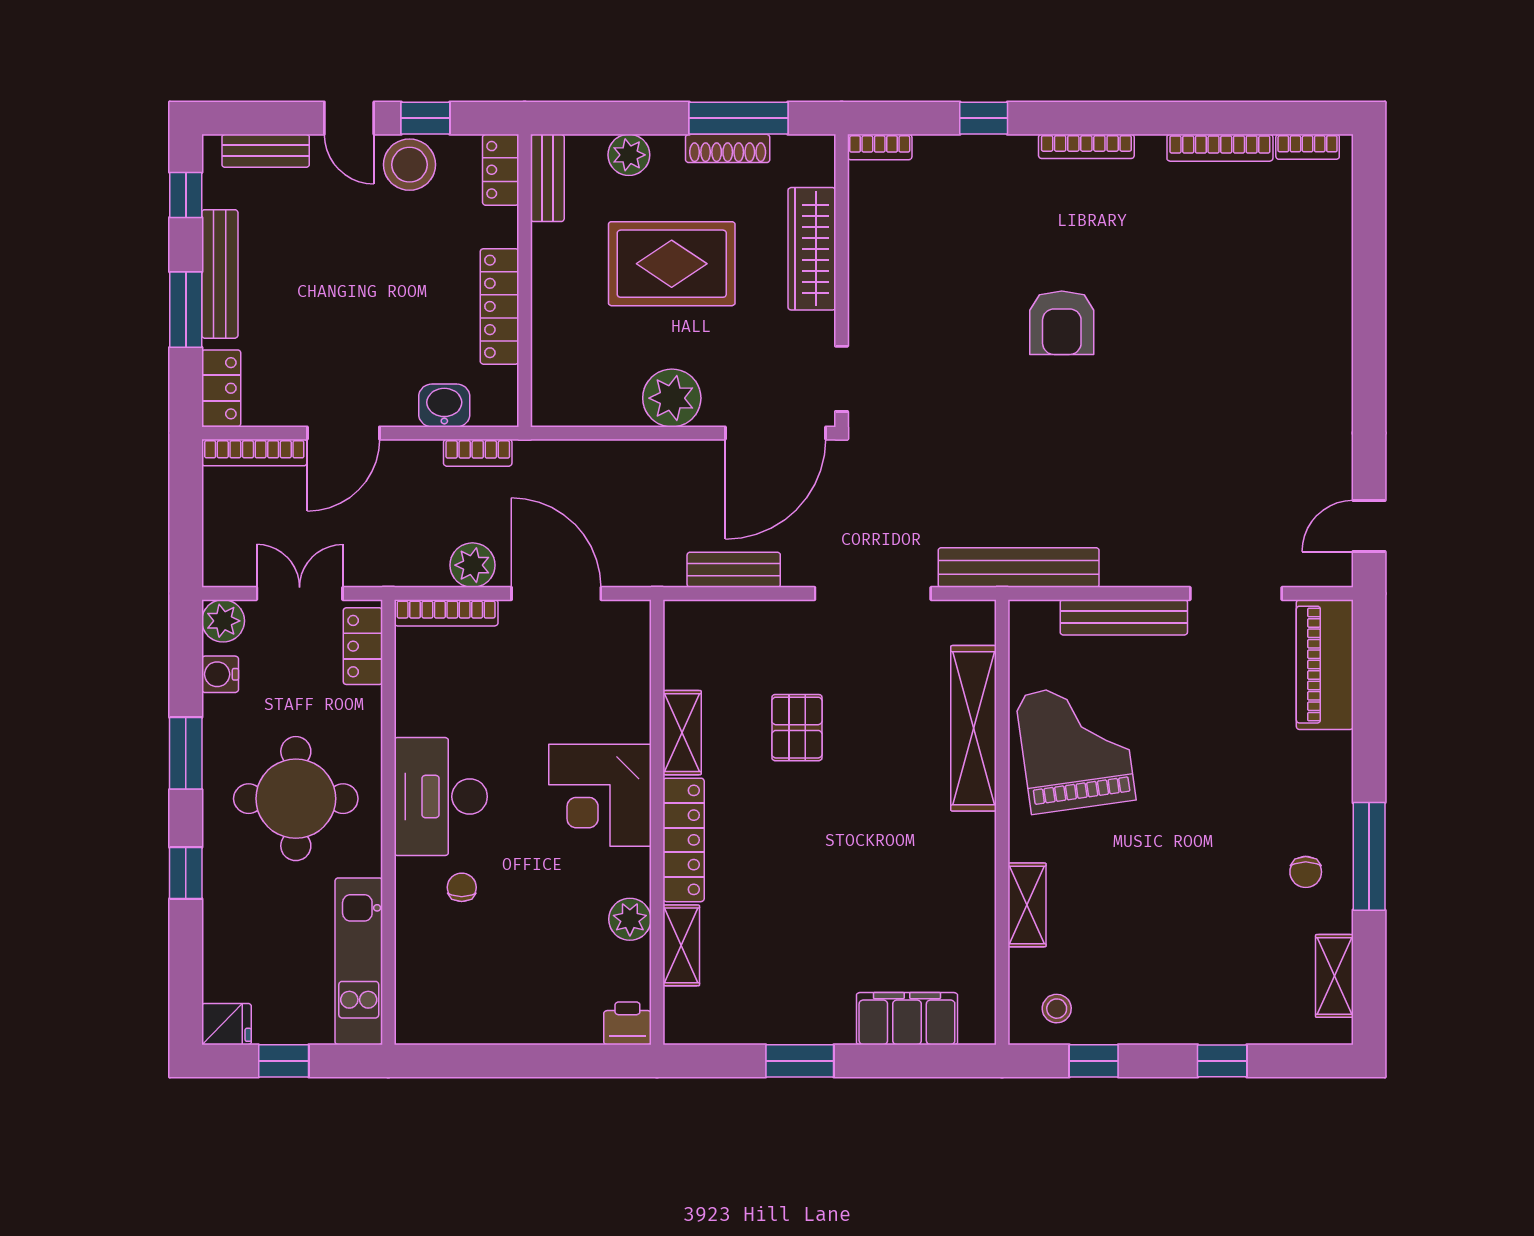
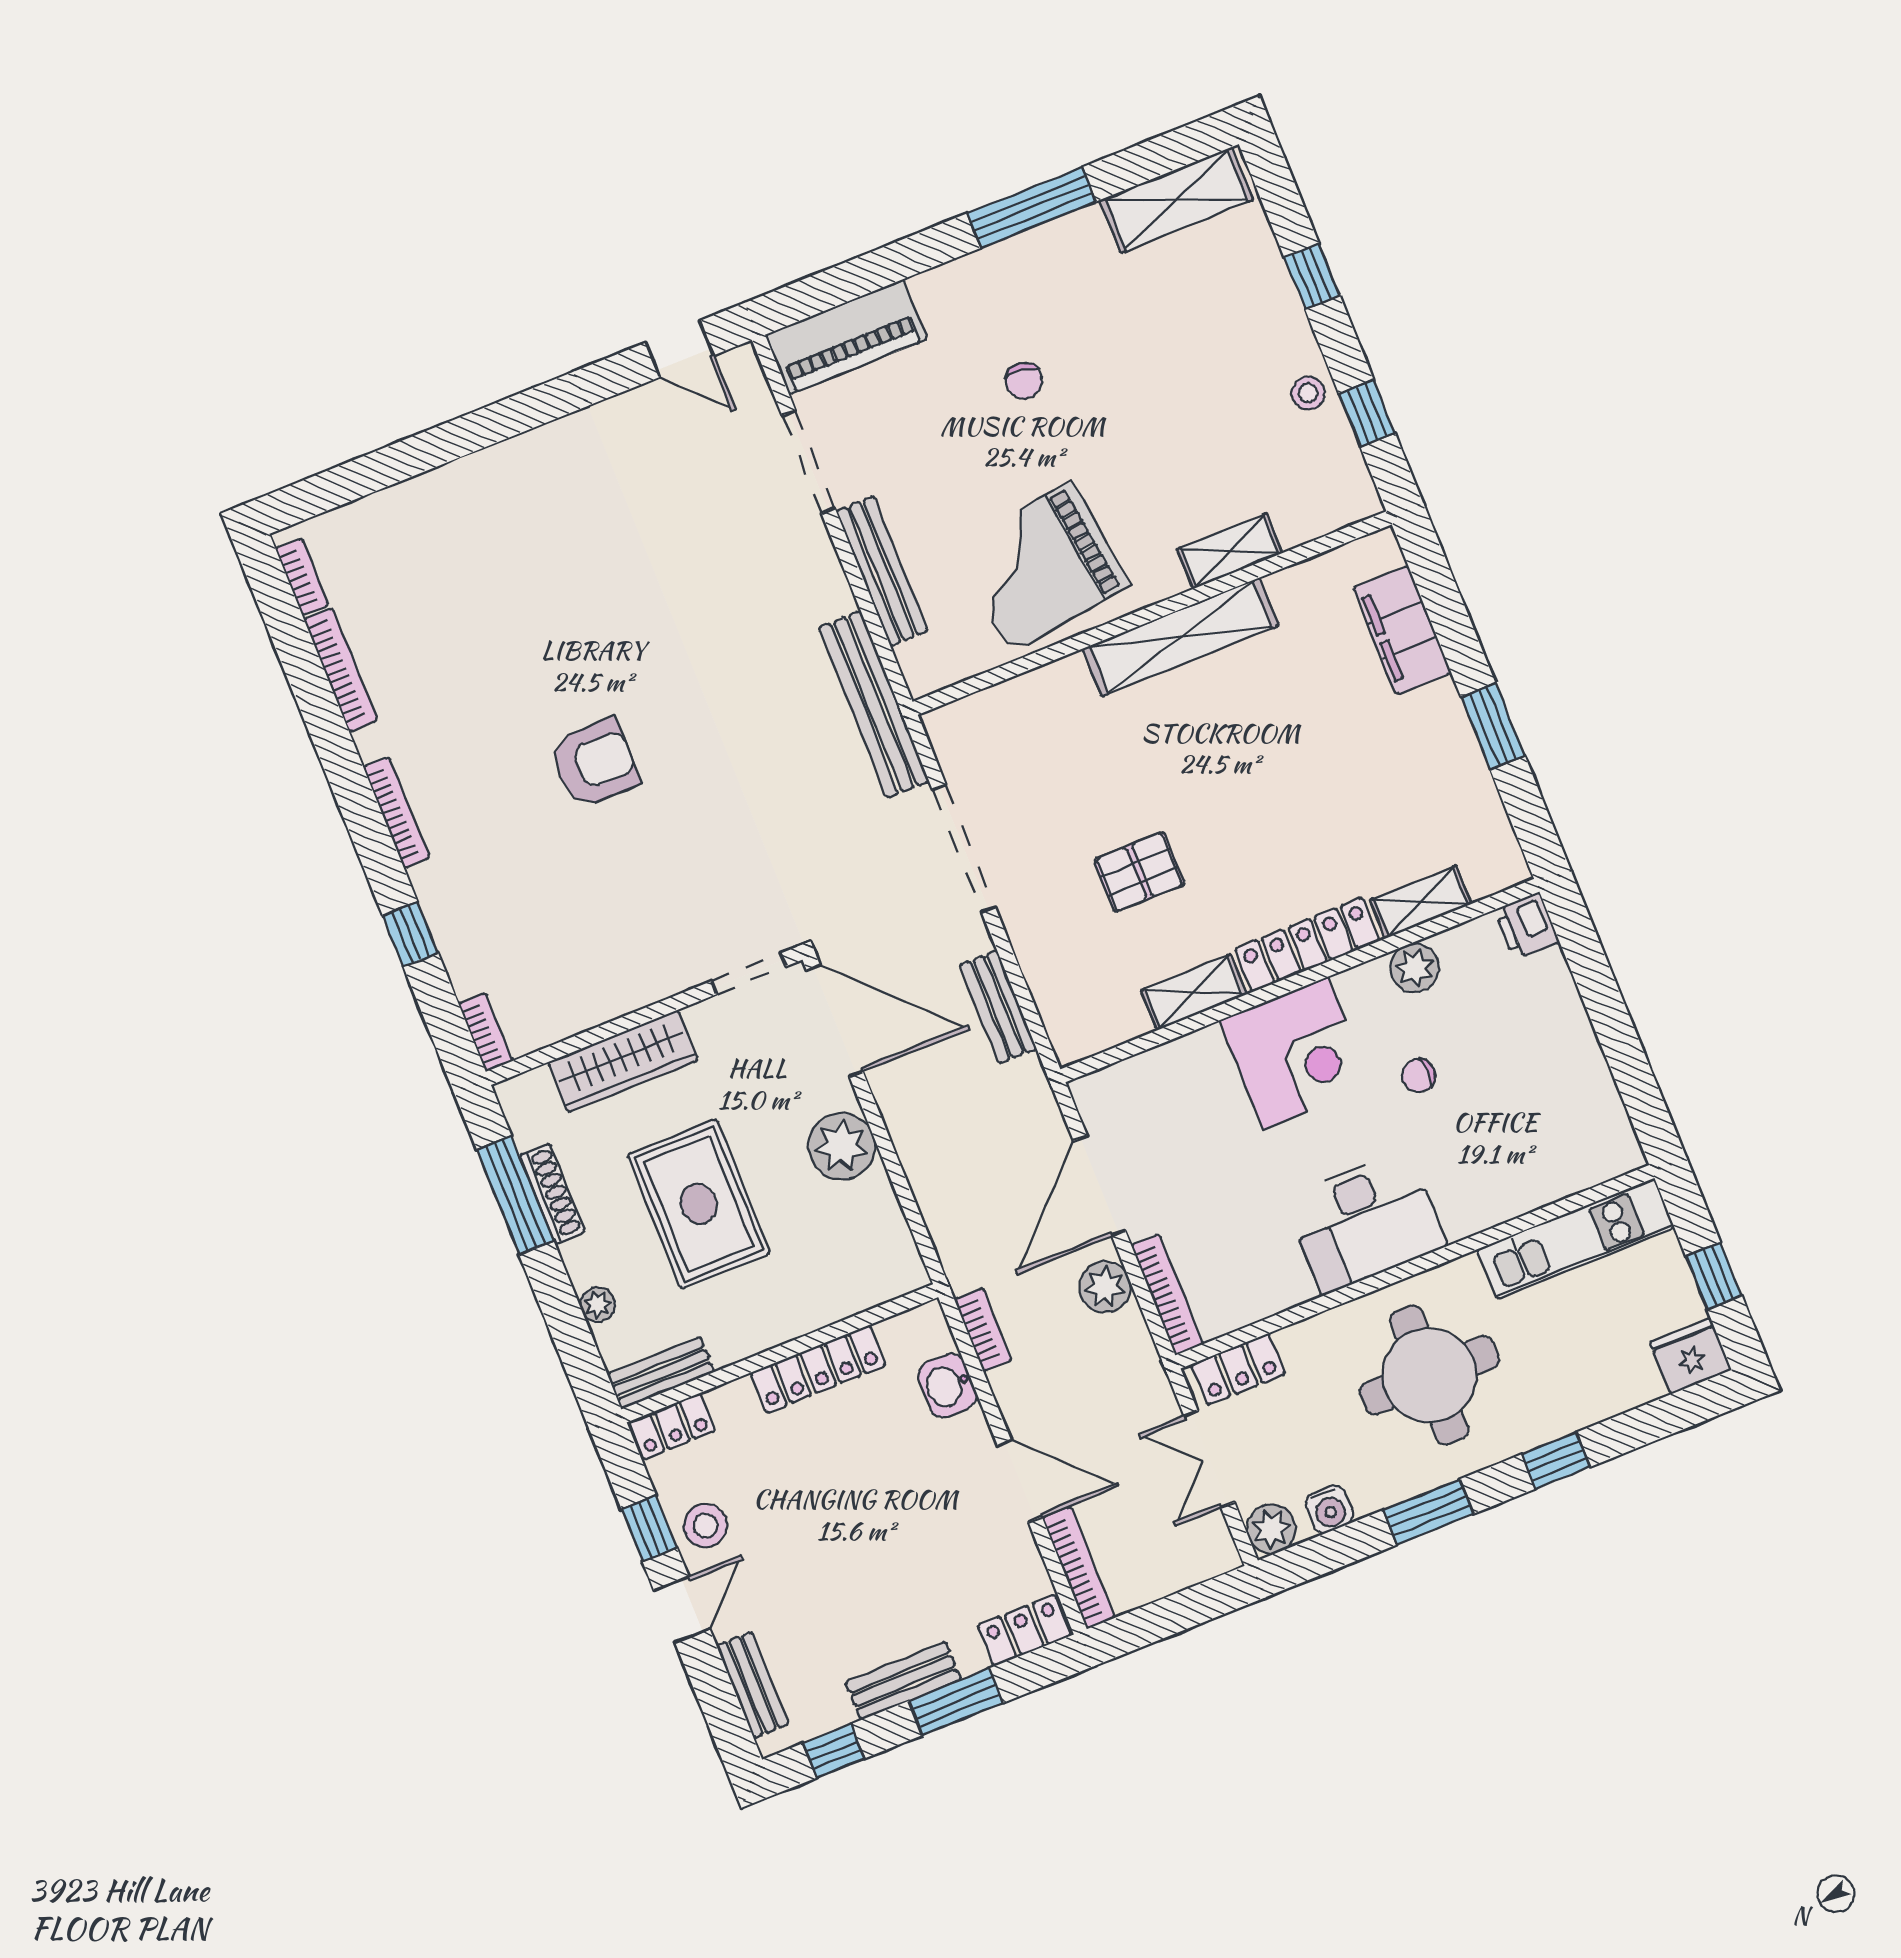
plant: (629, 155) -> (598, 1305), width x0.73, depth x0.73
stool: (410, 165) -> (706, 1526), width x0.73, depth x0.73
bench: (220, 274) -> (903, 1681), width x0.73
shelving: (973, 728) -> (1180, 637), moved
chair: (1306, 872) -> (1024, 381), moved, turned 99
chair: (462, 887) -> (1419, 1076), moved
shelving: (1334, 976) -> (1176, 200), width x1.50, depth x1.33
stool: (1057, 1009) -> (1308, 393), moved
fridge: (226, 1024) -> (1691, 1356), width x1.38

